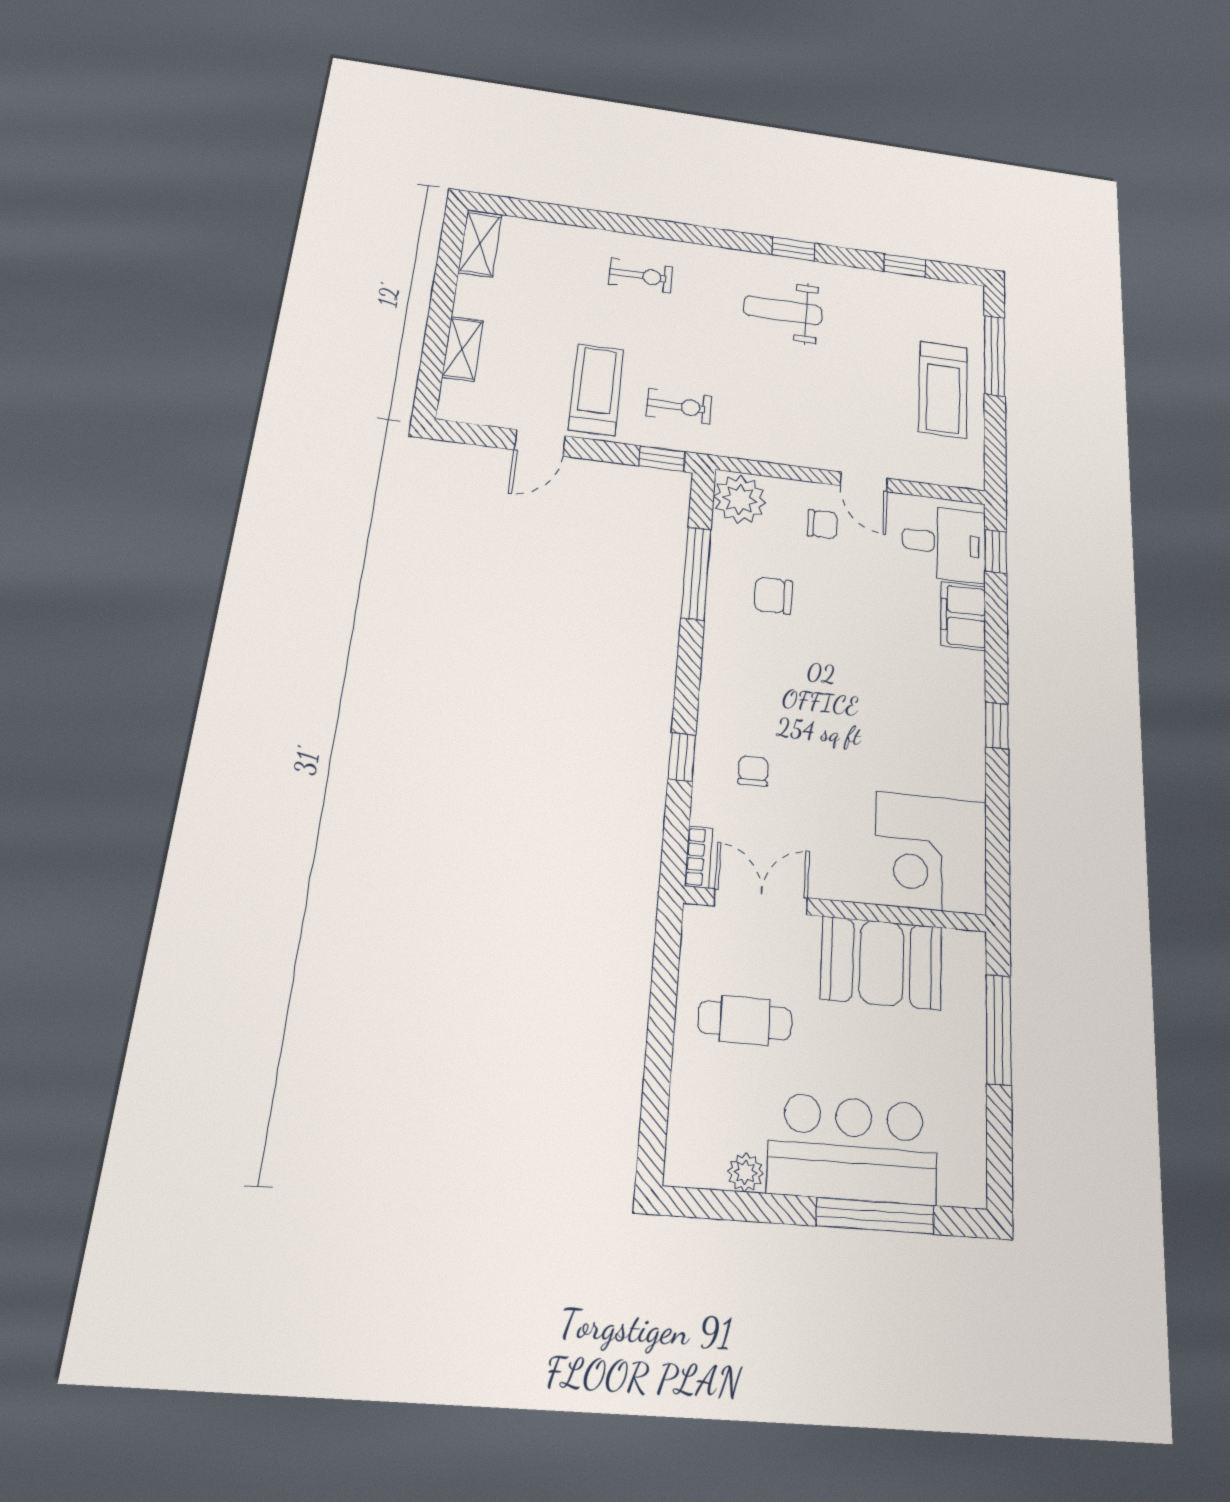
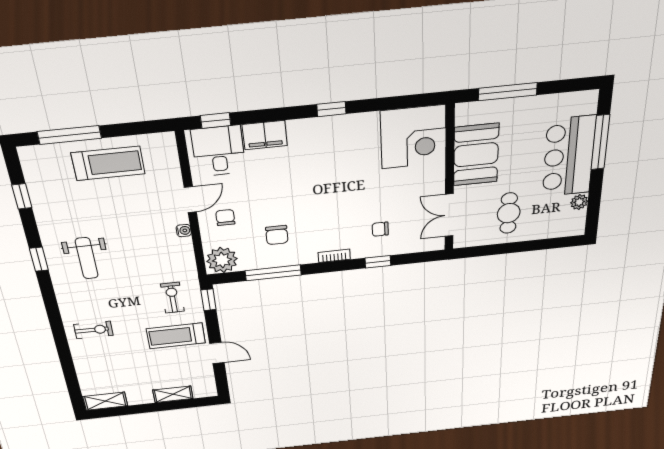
exercise bike: (641, 276) -> (94, 330), turned 91
water cooler: (808, 458) -> (184, 231), added
bookcase: (699, 857) -> (334, 256), moved

